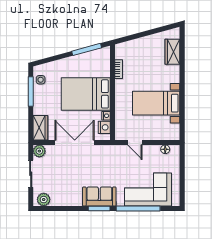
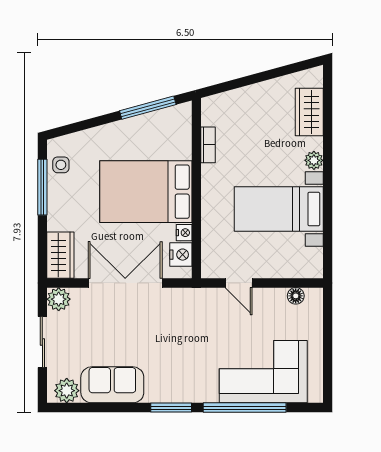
plant: (175, 77) -> (314, 160), added
sofa: (99, 197) -> (112, 385), moved

